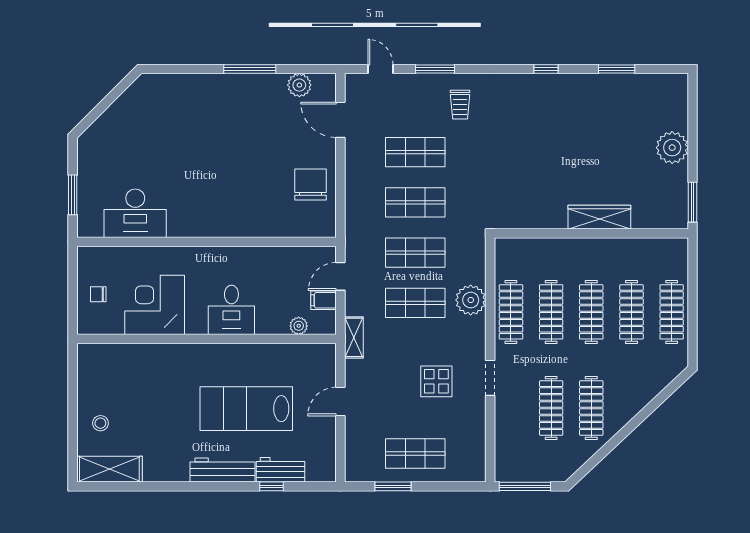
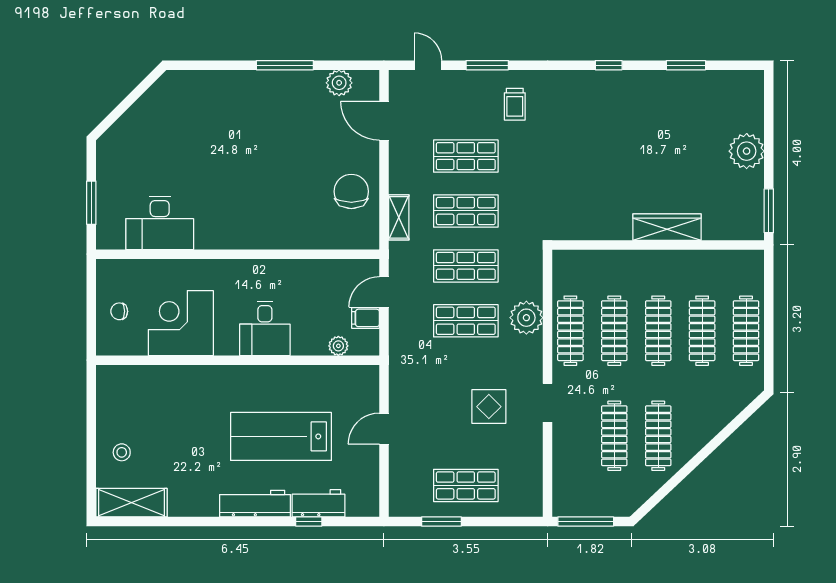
shelving: (354, 337) -> (399, 217), moved

